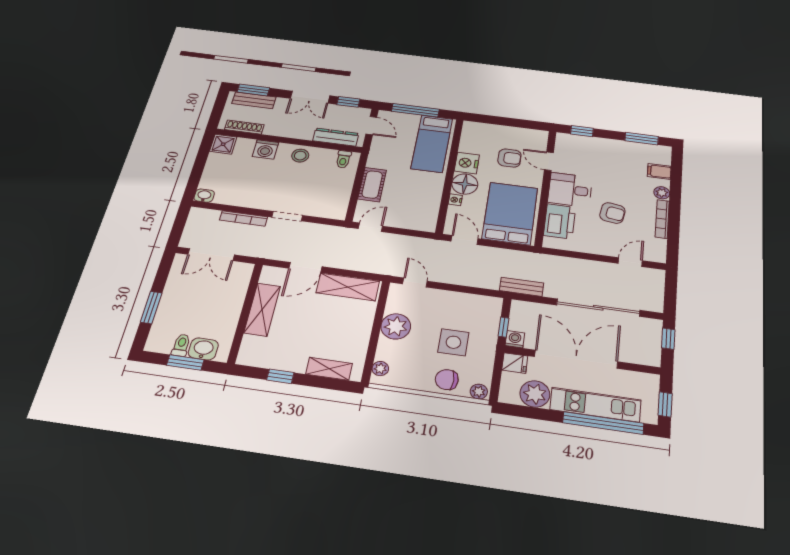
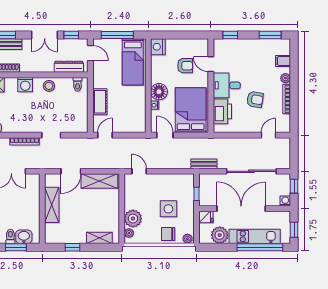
nightstand: (467, 163) -> (158, 47), moved
plant: (396, 326) -> (133, 219), moved
washing machine: (515, 339) -> (285, 201), moved

